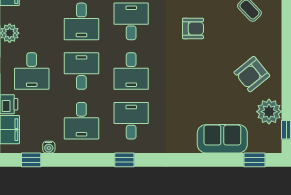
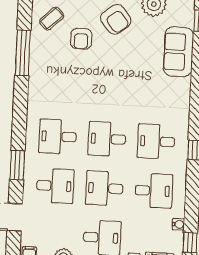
armchair: (193, 28) -> (81, 39), moved, turned 180
desk: (131, 71) -> (107, 139), turned 180

